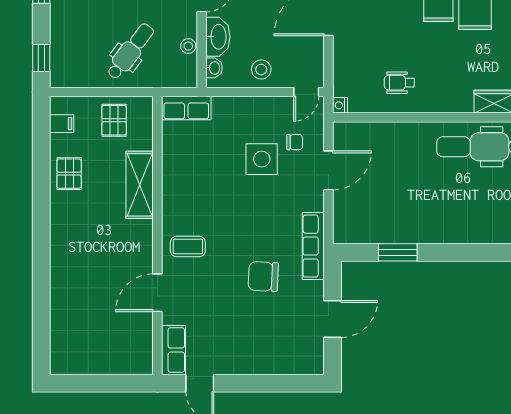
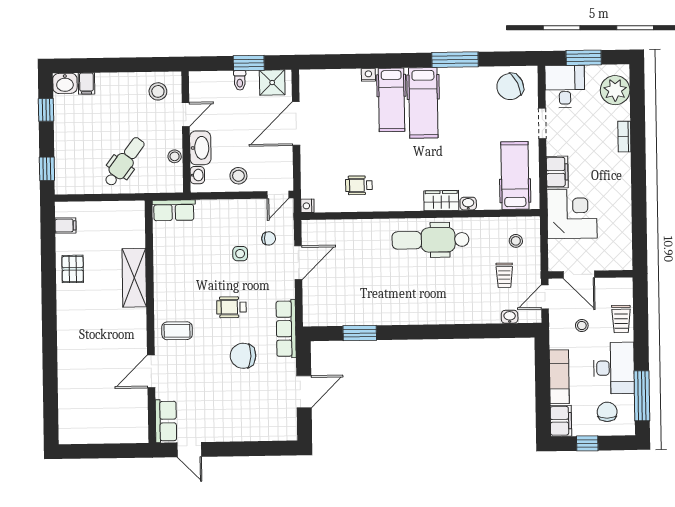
pallet: (114, 120) -> (111, 222), removed
side table: (262, 159) -> (240, 254), width x0.54, depth x0.54
wheelchair: (251, 220) -> (231, 307), added

